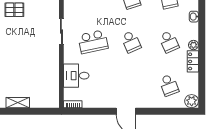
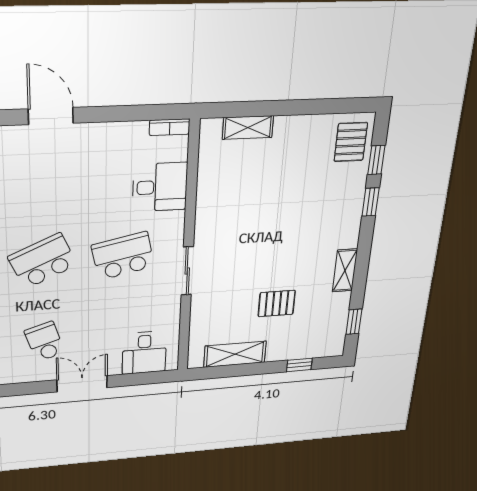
school desk: (131, 42) -> (43, 261), width x1.85
shelving: (18, 103) -> (248, 128), moved

